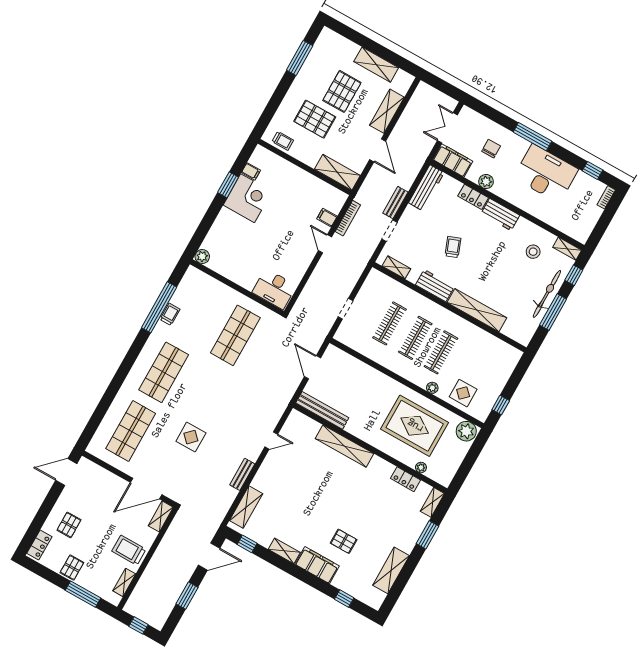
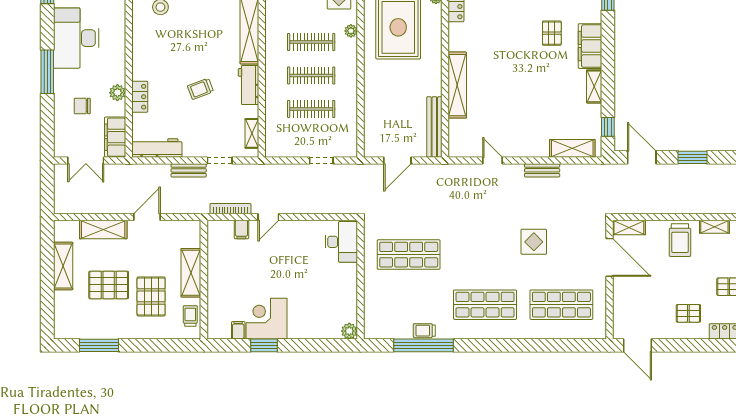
shelving: (337, 172) -> (191, 273), moved
workbench: (500, 215) -> (142, 60), removed

